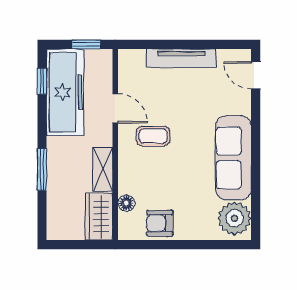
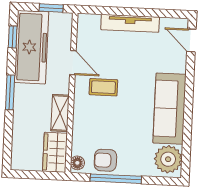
window: (42, 170) -> (10, 92), moved
floor lamp: (126, 203) -> (77, 163), moved
window: (173, 245) -> (116, 179), added

